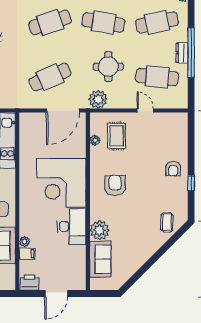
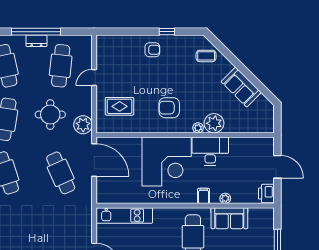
plant: (95, 140) -> (198, 128), moved
filing cabinet: (27, 254) -> (204, 196), moved
sofa: (100, 259) -> (241, 87), moved, turned -135

